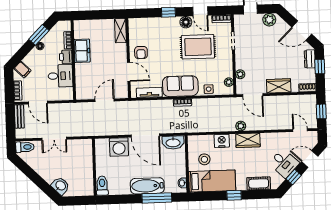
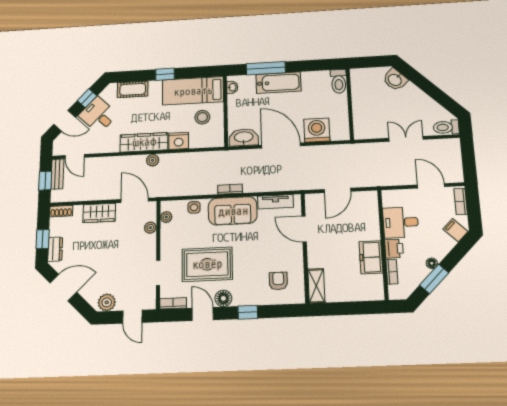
armchair: (141, 53) -> (278, 281), moved
bench: (19, 116) -> (57, 174), moved
wardrobe: (248, 140) -> (144, 142), width x1.50

